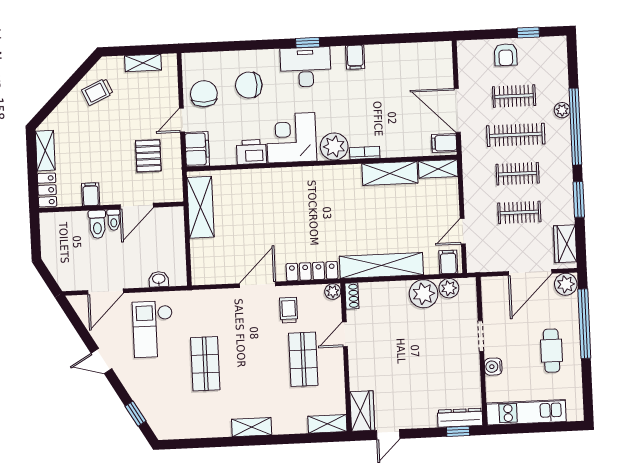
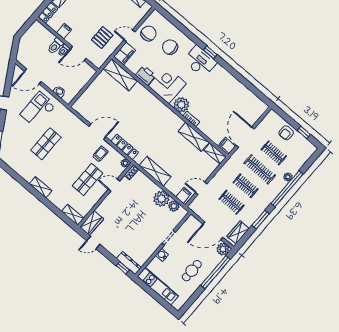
filing cabinet: (355, 57) -> (224, 76), removed
shelving: (200, 207) -> (120, 75), moved, turned 90
shelving: (381, 265) -> (155, 171), width x0.68

